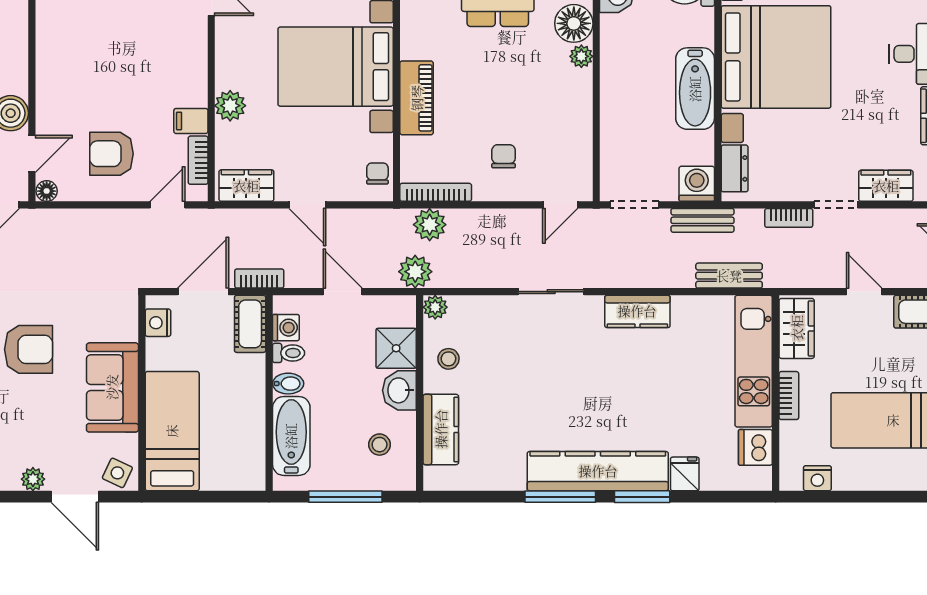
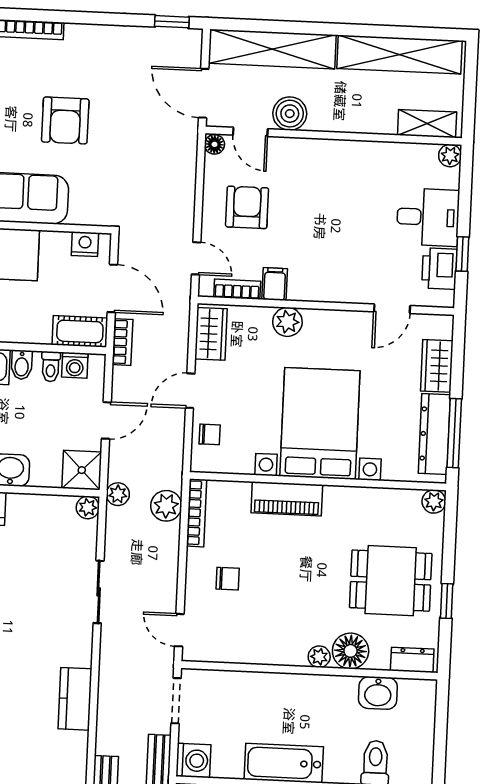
chair: (377, 173) -> (210, 434), moved
plant: (415, 272) -> (118, 494), width x0.73, depth x0.73
sliding door: (551, 292) -> (99, 592), moved
shower: (396, 348) -> (82, 470), moved
stool: (448, 359) -> (38, 518), removed

